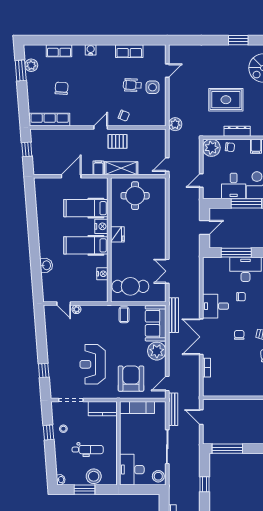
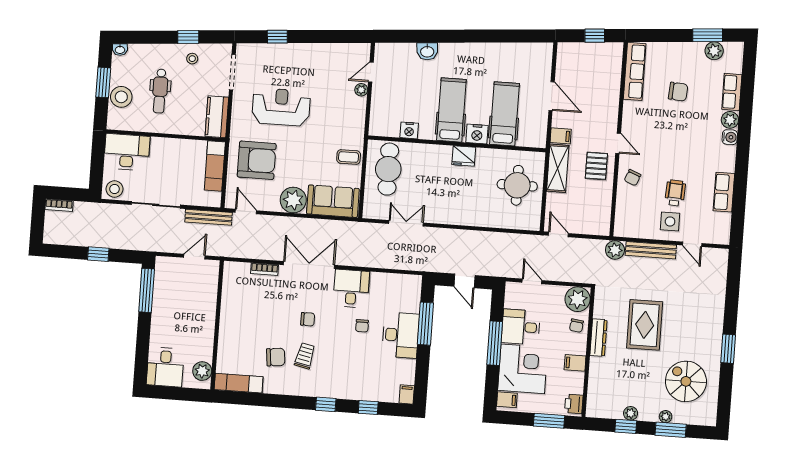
plant: (79, 51) -> (730, 120), added
bench: (174, 315) -> (651, 250), moved

